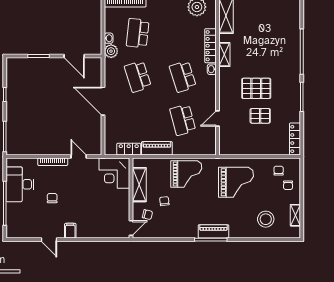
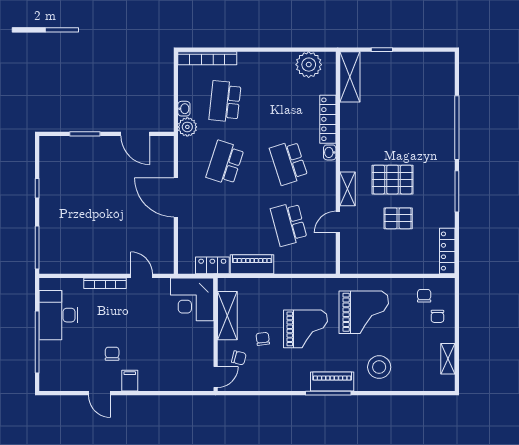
shelving: (224, 55) -> (347, 189), moved
school desk: (138, 76) -> (225, 163), turned 36
grand piano: (186, 174) -> (305, 329), moved
chair: (52, 198) -> (112, 354), moved
stool: (266, 219) -> (379, 367), moved

